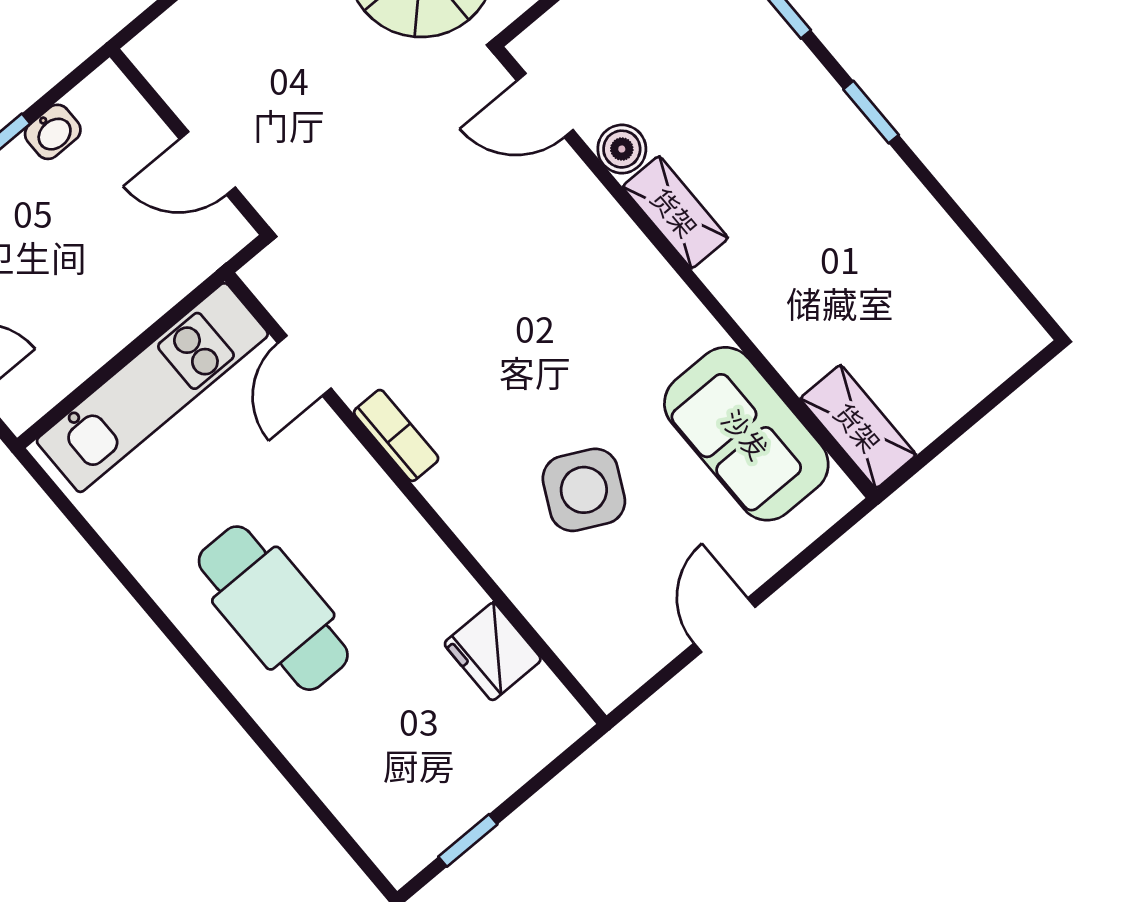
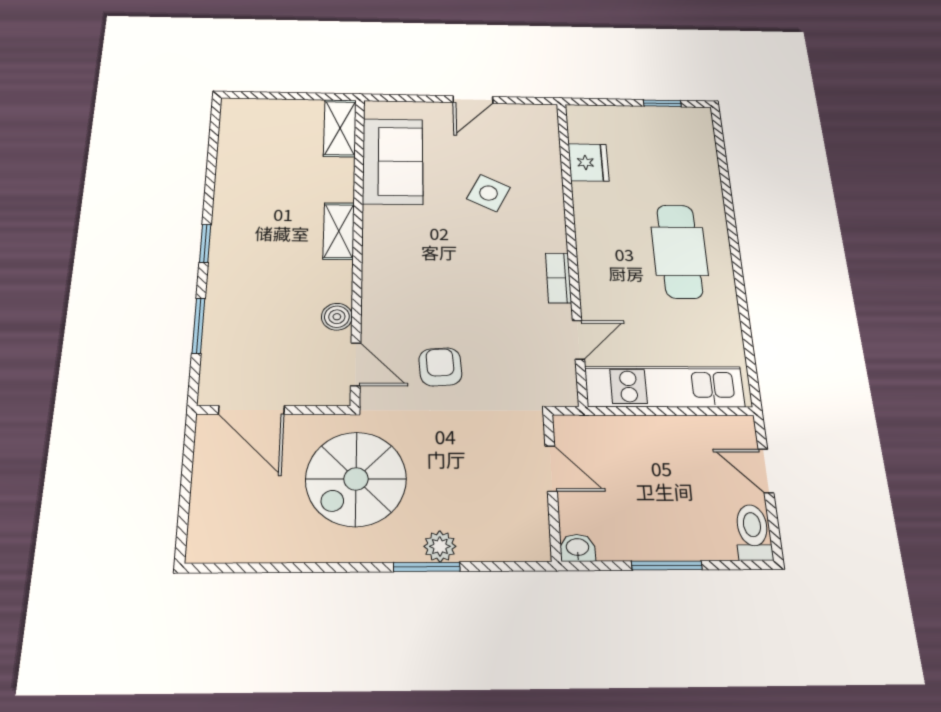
washbasin: (53, 132) -> (578, 548), moved
armchair: (442, 187) -> (440, 367), added
shelving: (675, 212) -> (339, 231), moved
side table: (584, 490) -> (489, 193), width x0.73, depth x0.73

